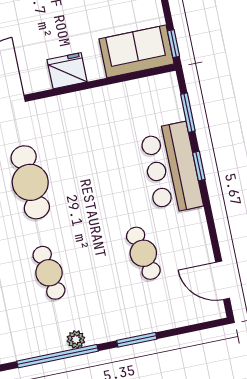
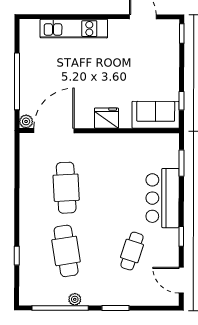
window: (174, 44) -> (182, 101), moved
window: (199, 166) -> (181, 236), moved
cafe table: (143, 253) -> (132, 251), turned 30
cafe table: (49, 273) -> (66, 251), width x1.37, depth x1.35

